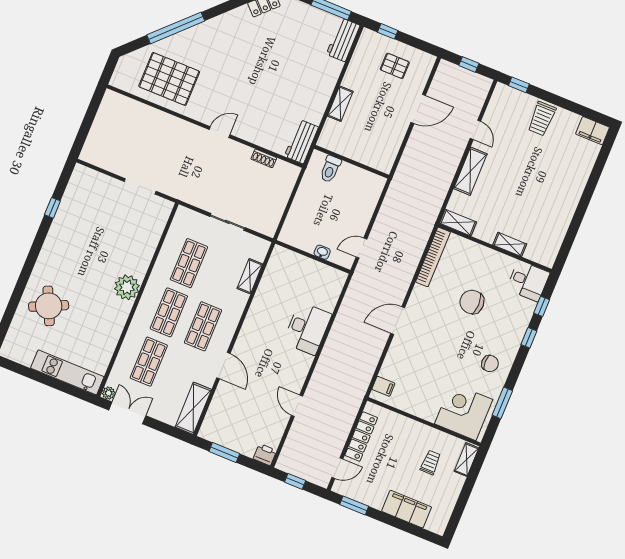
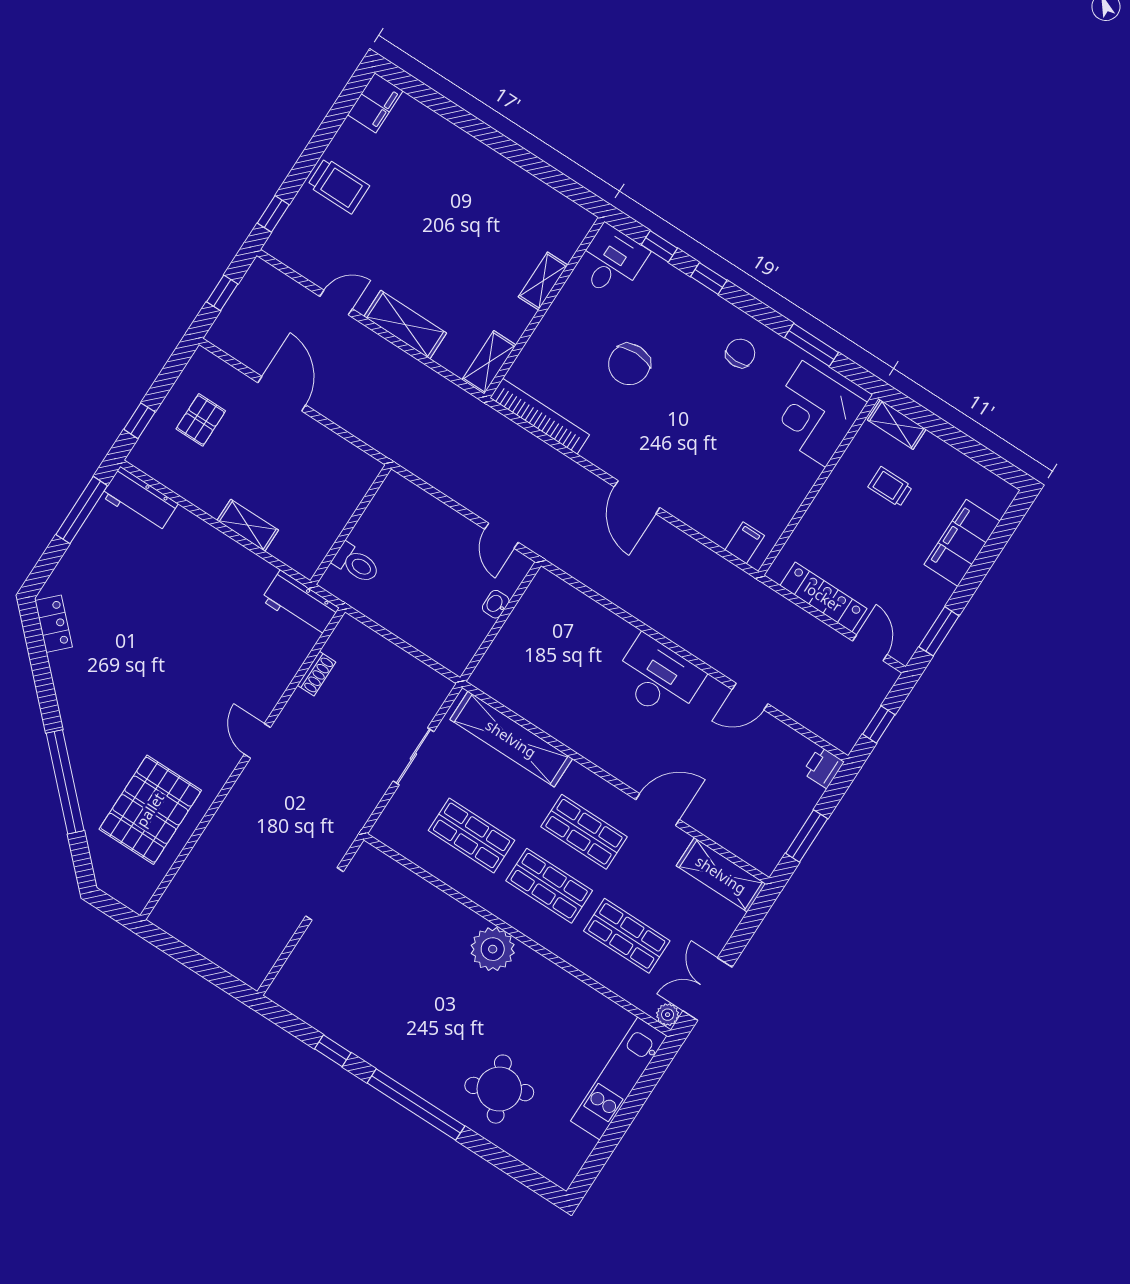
window: (31, 261) -> (416, 1105), added
shelving: (250, 276) -> (511, 739), width x2.20, depth x1.33
desk: (307, 328) -> (658, 678), moved

